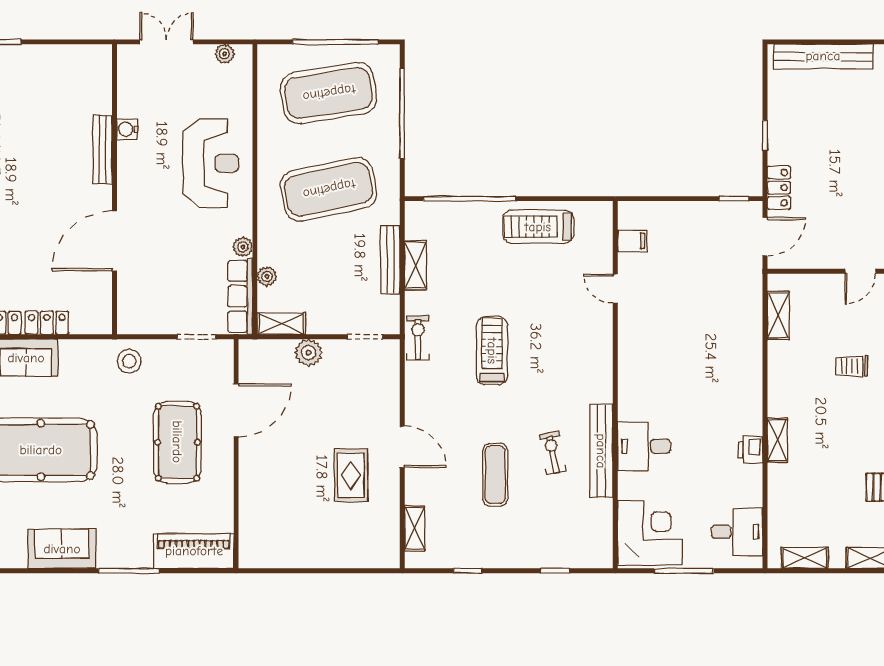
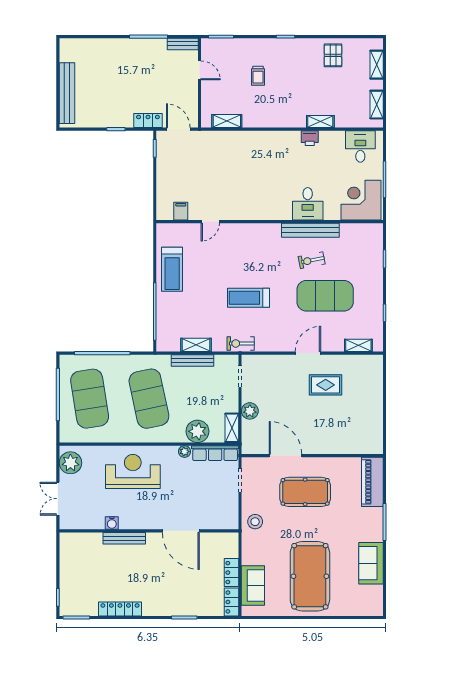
plant: (225, 54) -> (70, 463), width x1.88, depth x1.88
plant: (267, 276) -> (197, 431), width x1.88, depth x1.88
shelving: (777, 440) -> (320, 121), moved
exercise mat: (495, 475) -> (325, 296), width x2.00, depth x1.45

